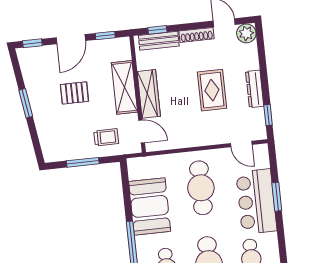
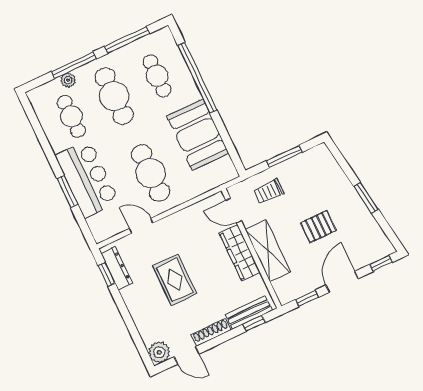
dresser: (255, 89) -> (117, 268), moved
door: (241, 144) -> (141, 226), moved

